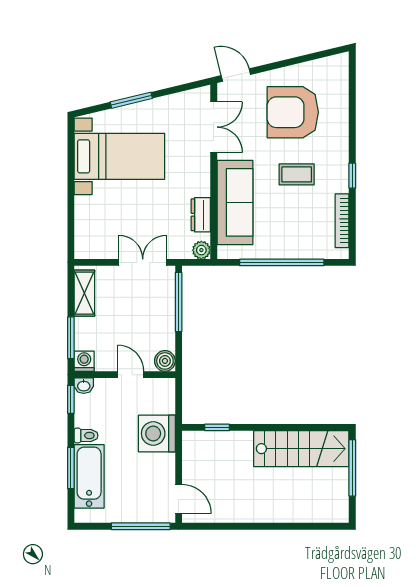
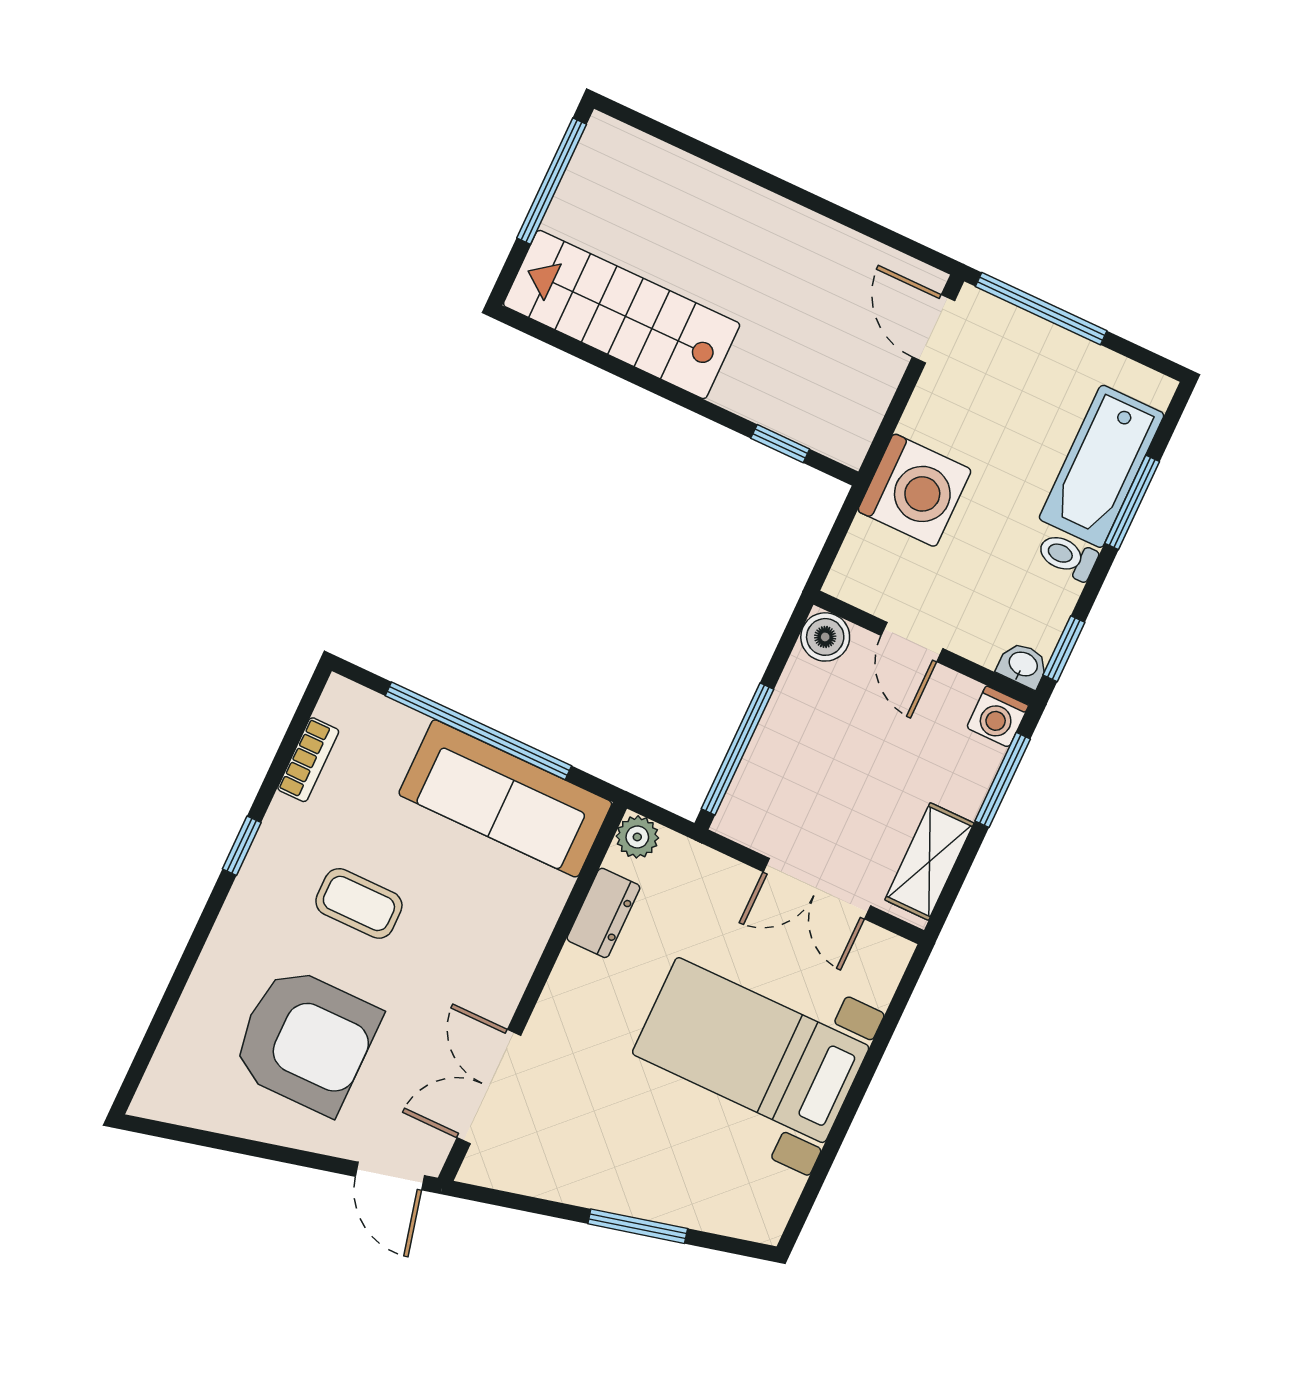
bed with nightstands: (119, 156) -> (751, 1050), moved
sofa: (235, 202) -> (505, 798), moved, turned -90
bookcase: (342, 221) -> (308, 760), width x0.64
double door: (143, 262) -> (817, 889), moved
window: (352, 468) -> (552, 181), moved

